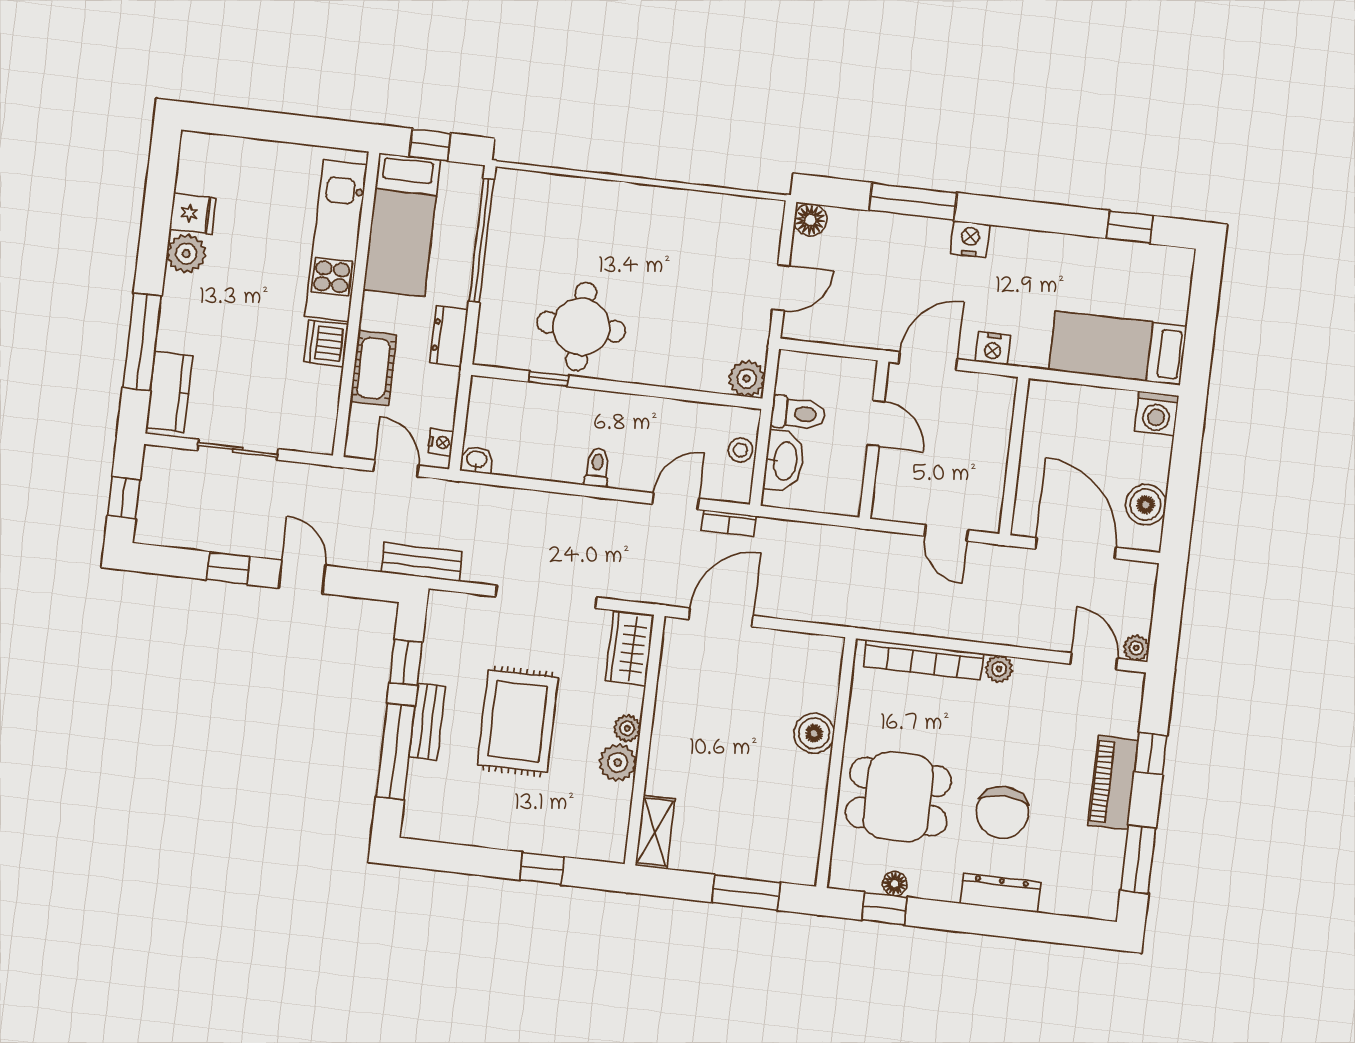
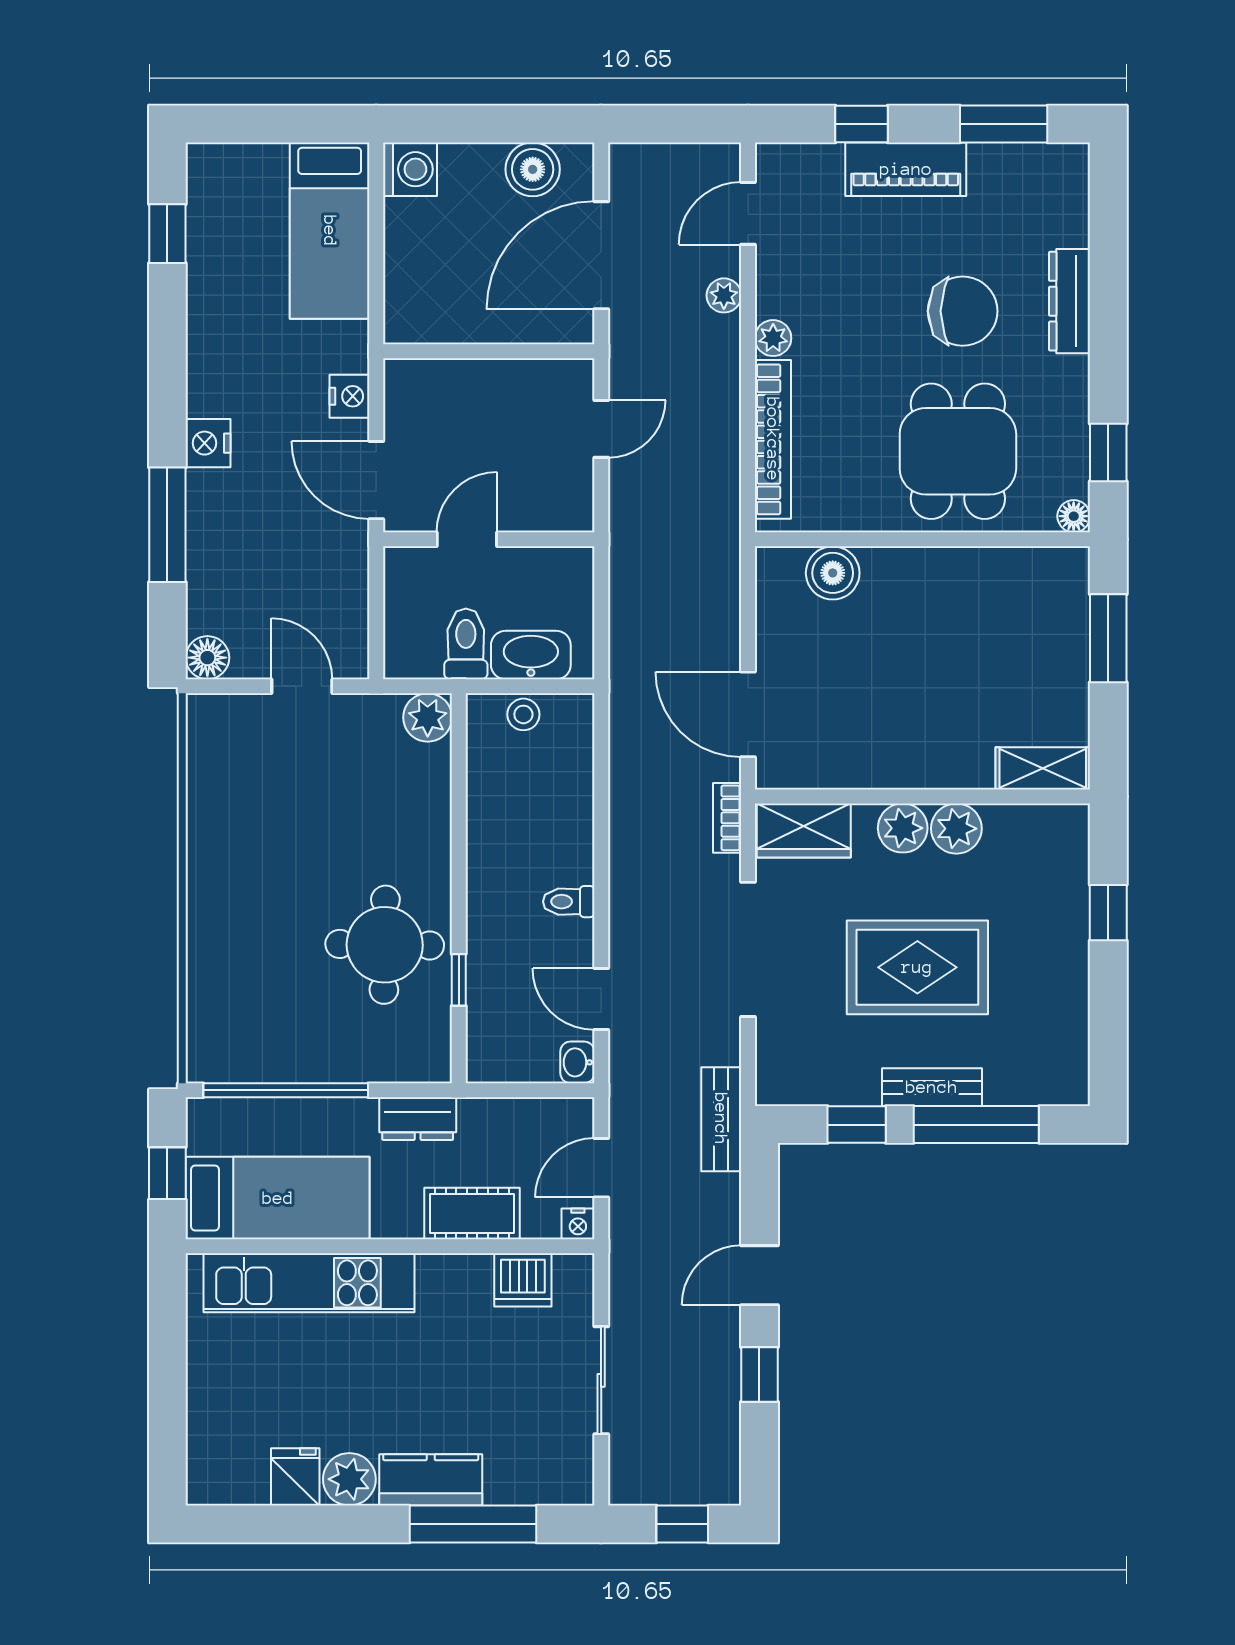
dishwasher: (326, 343) -> (523, 1280), moved
kitchen counter: (169, 392) -> (431, 1480), moved
nightstand: (441, 443) -> (578, 1224), moved, turned 180
door: (676, 501) -> (601, 999), moved
bookcase: (729, 523) -> (727, 818), moved, turned 180
plant: (1136, 648) -> (724, 295), moved
plant: (627, 728) -> (903, 828), width x1.38, depth x1.38
boiler: (814, 733) -> (833, 573), moved
floor lamp: (895, 884) -> (1074, 516), moved

